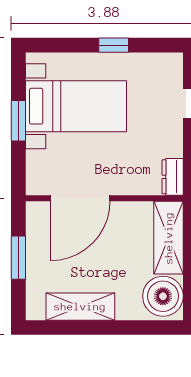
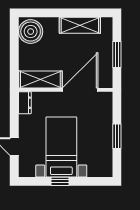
bed with nightstands: (76, 106) -> (61, 147), moved, turned 90
shelving: (169, 238) -> (40, 79), moved, turned 90

